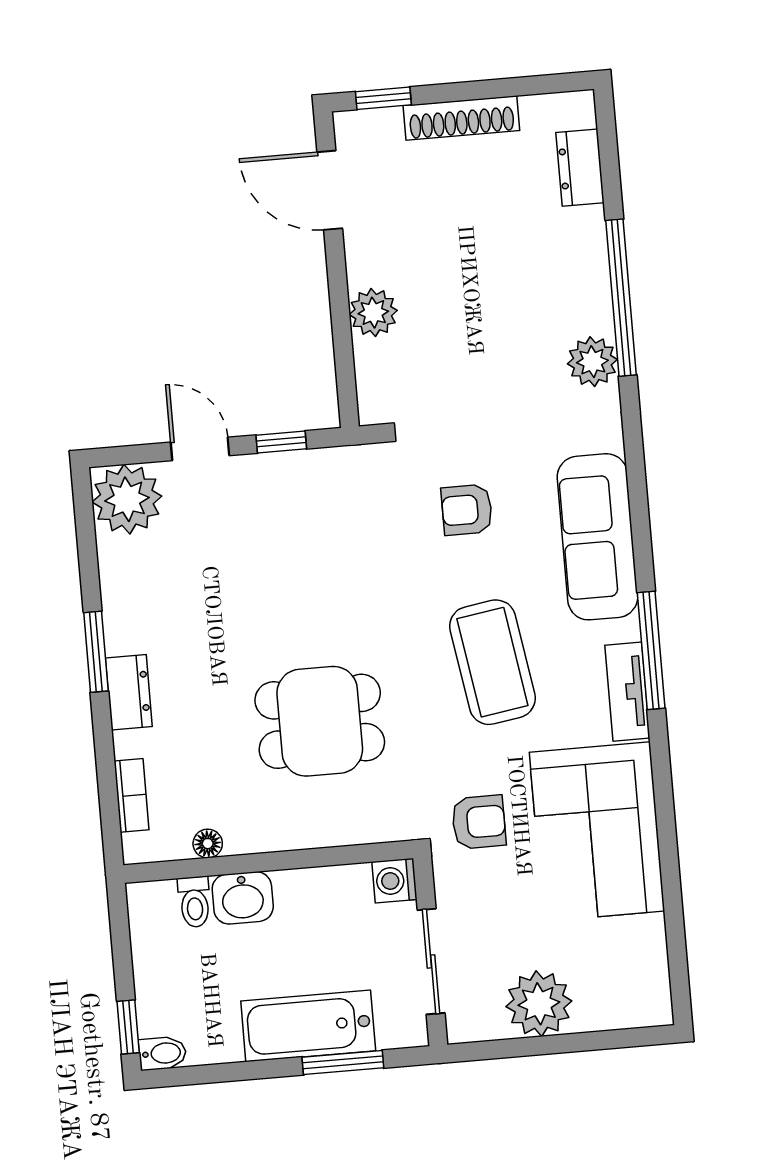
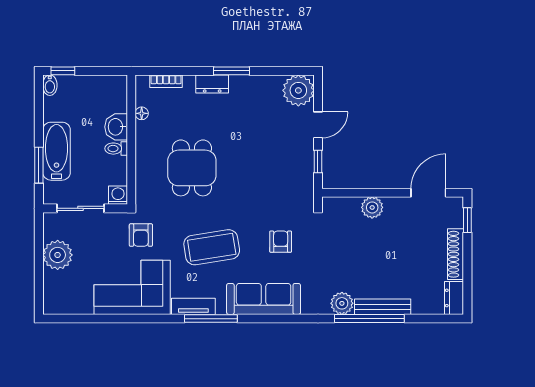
dresser: (580, 168) -> (454, 298), moved, turned -90
bench: (592, 270) -> (383, 307), added
toilet: (194, 902) -> (116, 149), moved

